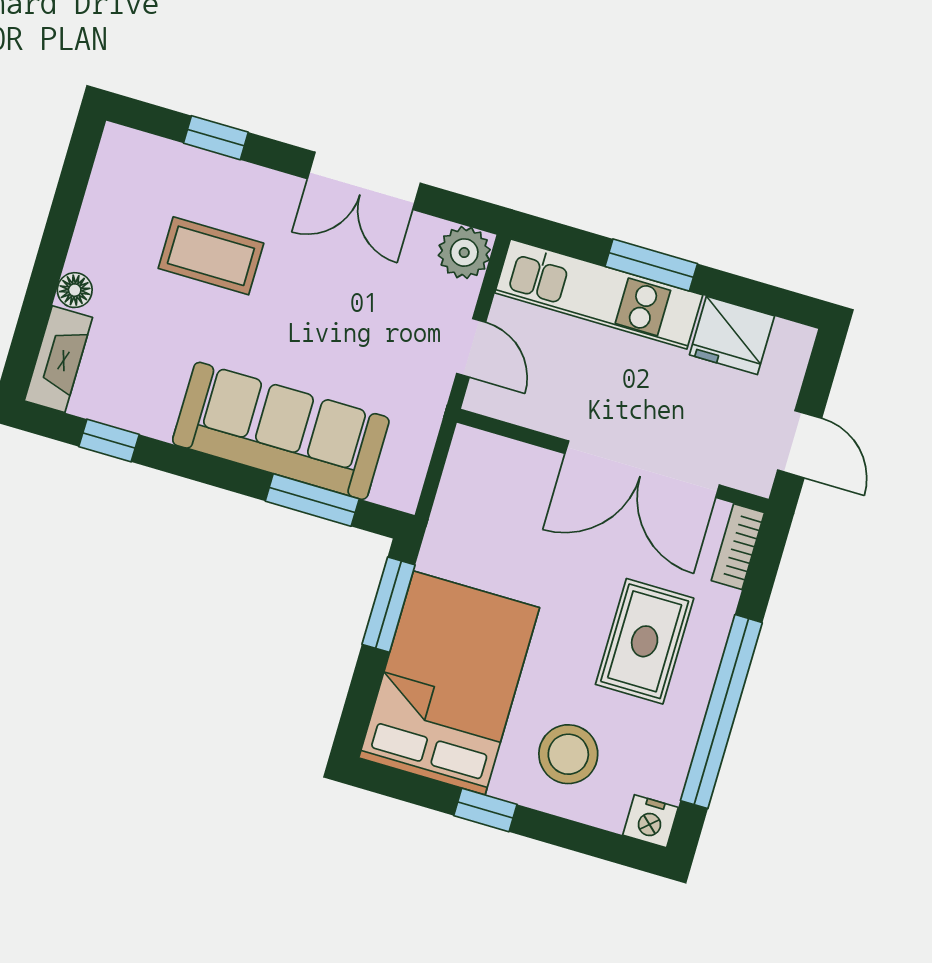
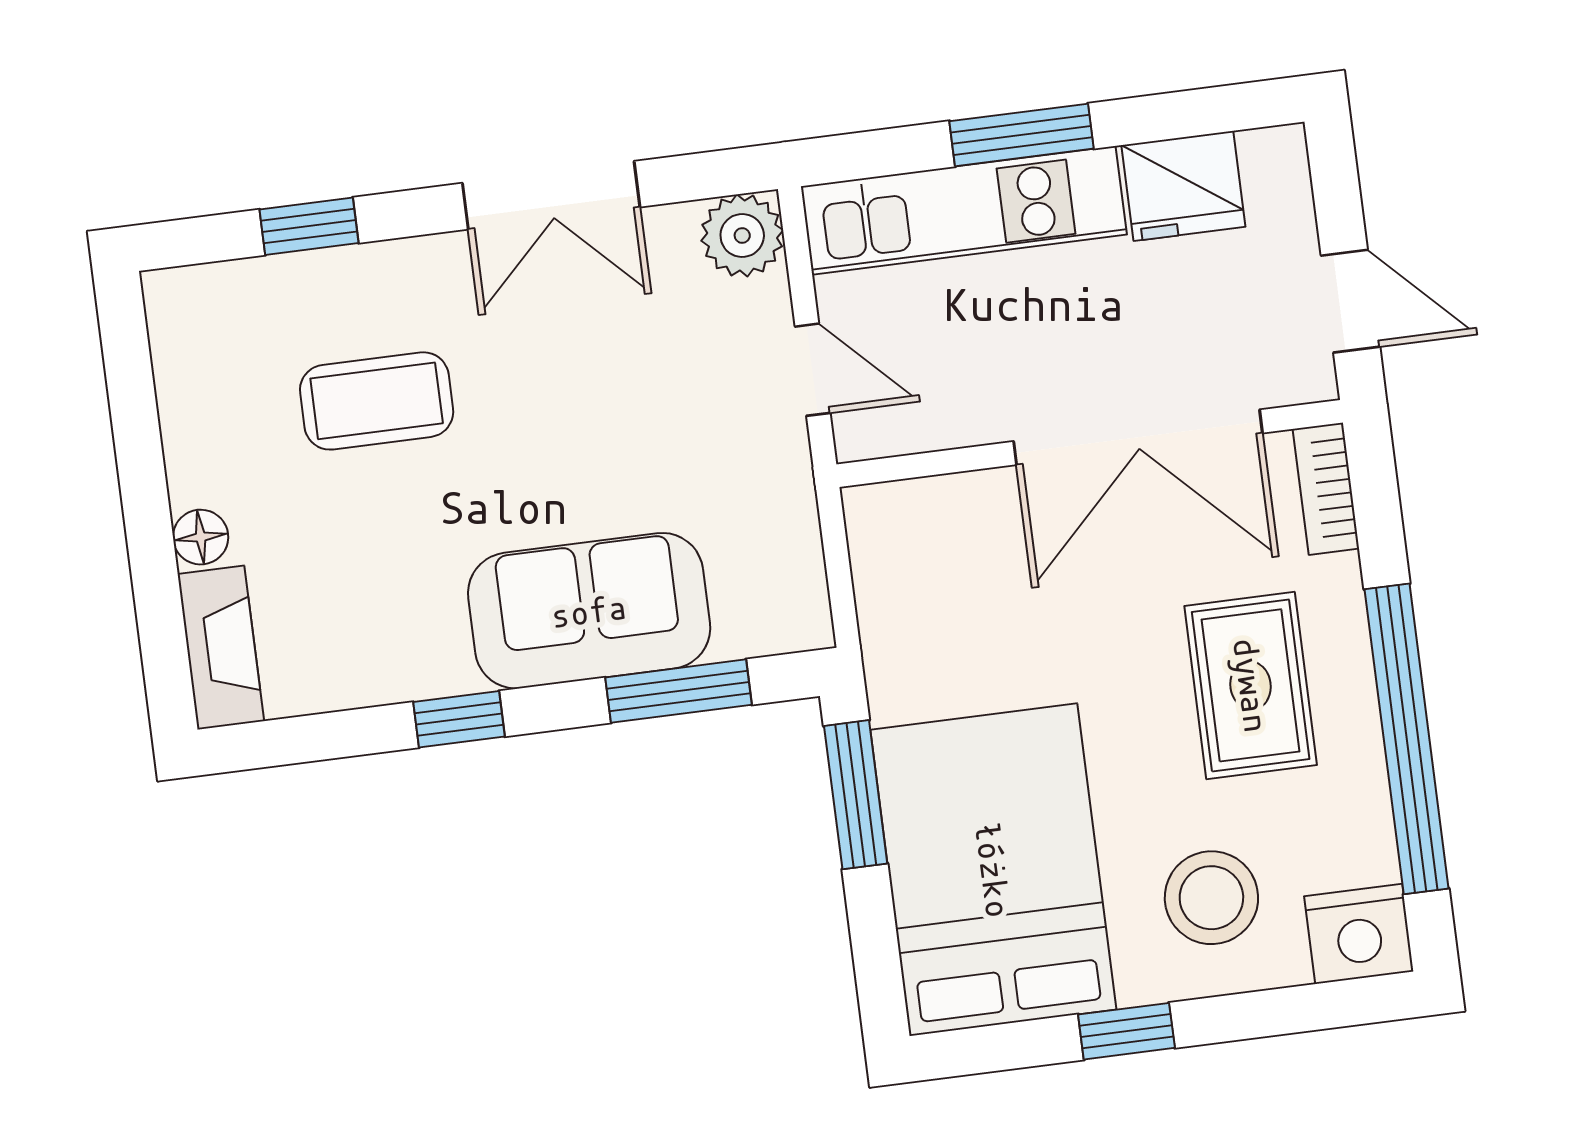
sofa: (281, 431) -> (589, 611), width x0.73
window: (109, 441) -> (459, 719), moved
nightstand: (650, 821) -> (1359, 934), width x1.36, depth x1.33

